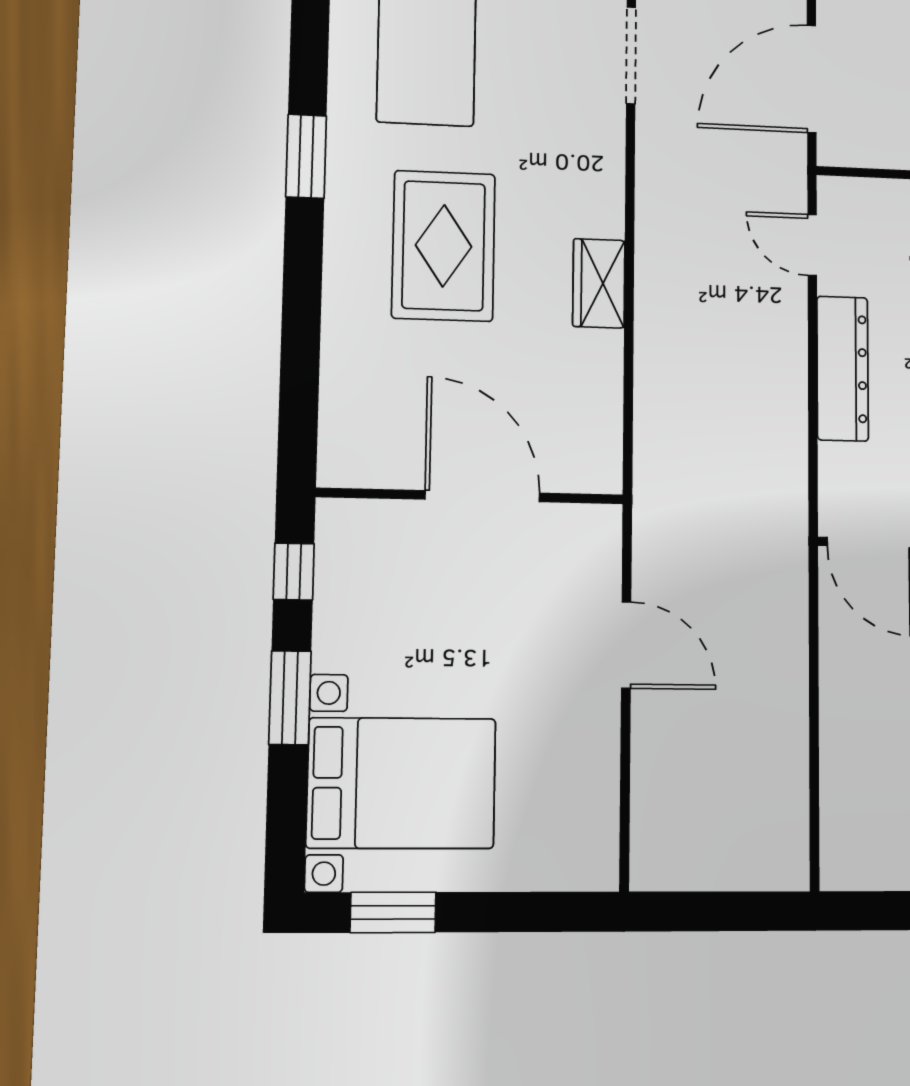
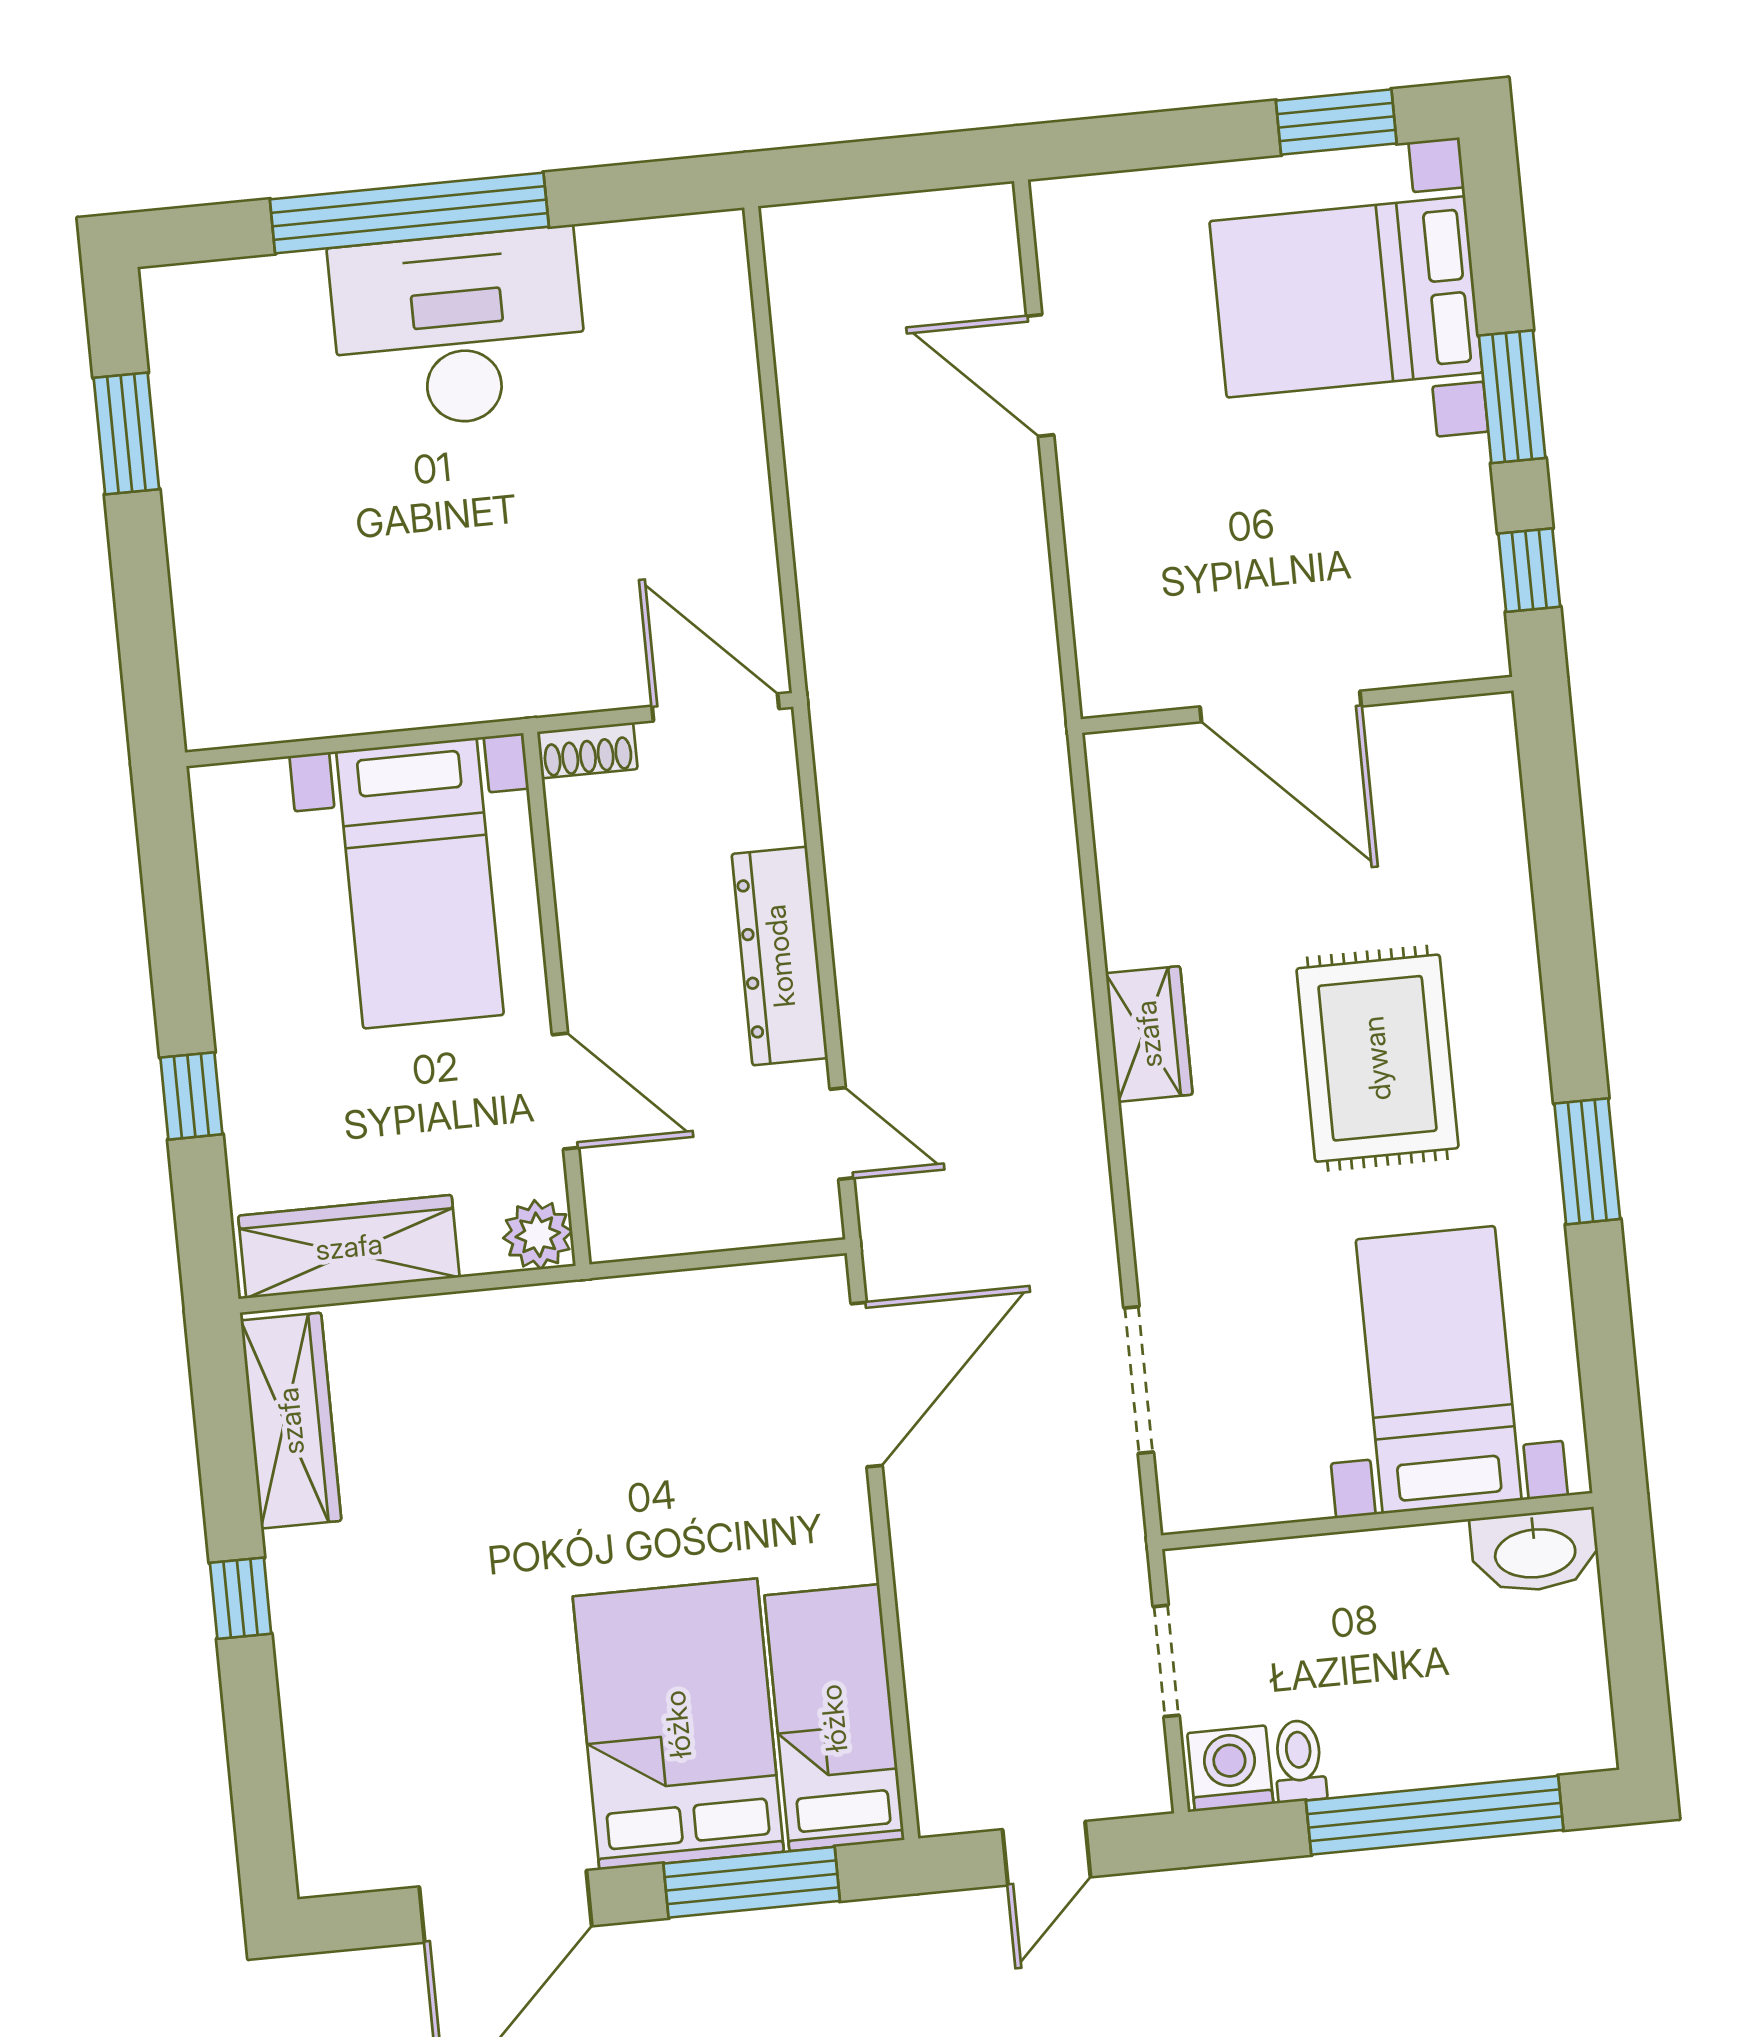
door: (626, 645) -> (1040, 376), moved

